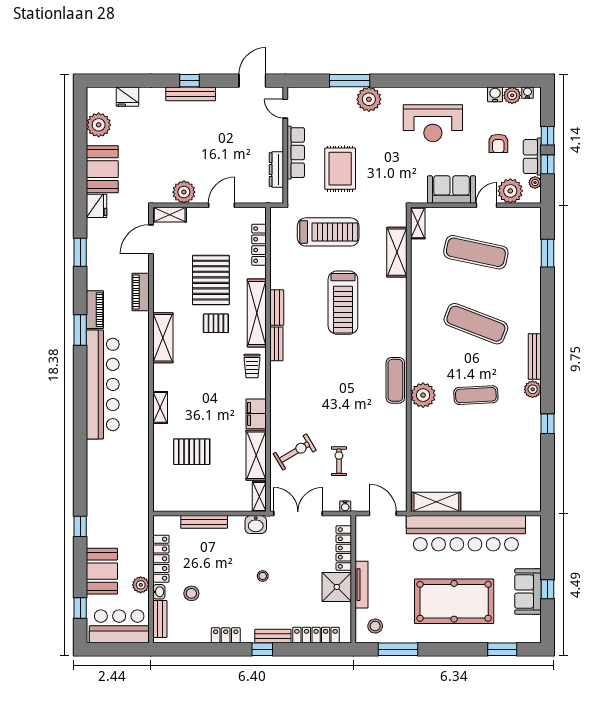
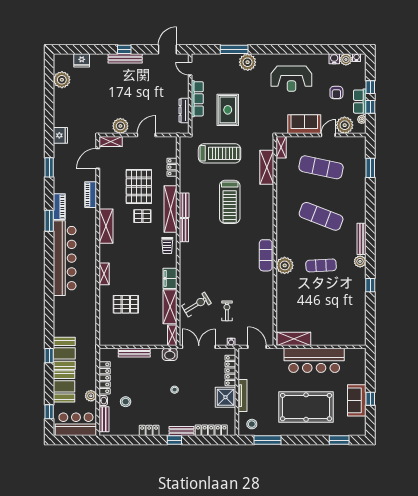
booth: (102, 169) -> (64, 353), moved
locker: (259, 245) -> (172, 167), width x0.66
bar counter: (466, 533) -> (314, 360), width x0.73

